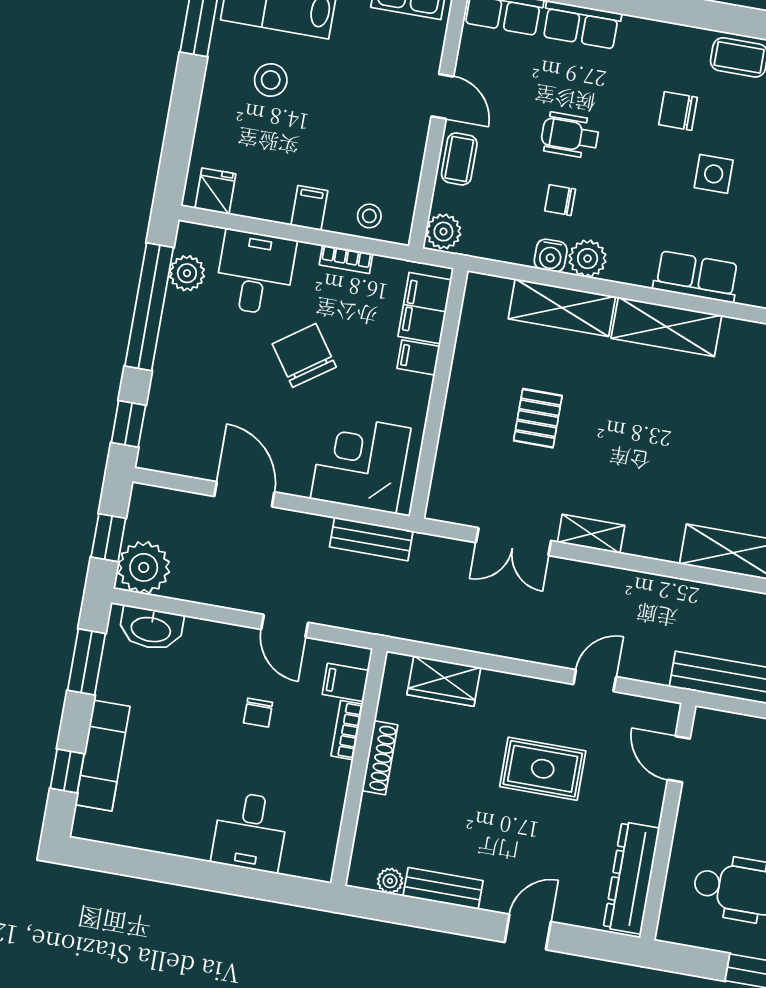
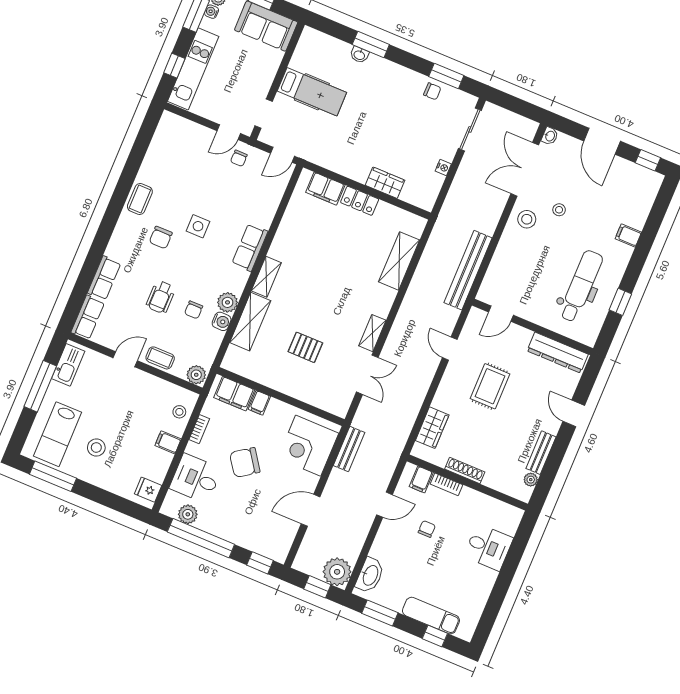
shelving: (666, 327) -> (266, 277), width x0.67, depth x0.75
chair: (258, 713) -> (427, 529), turned -90

